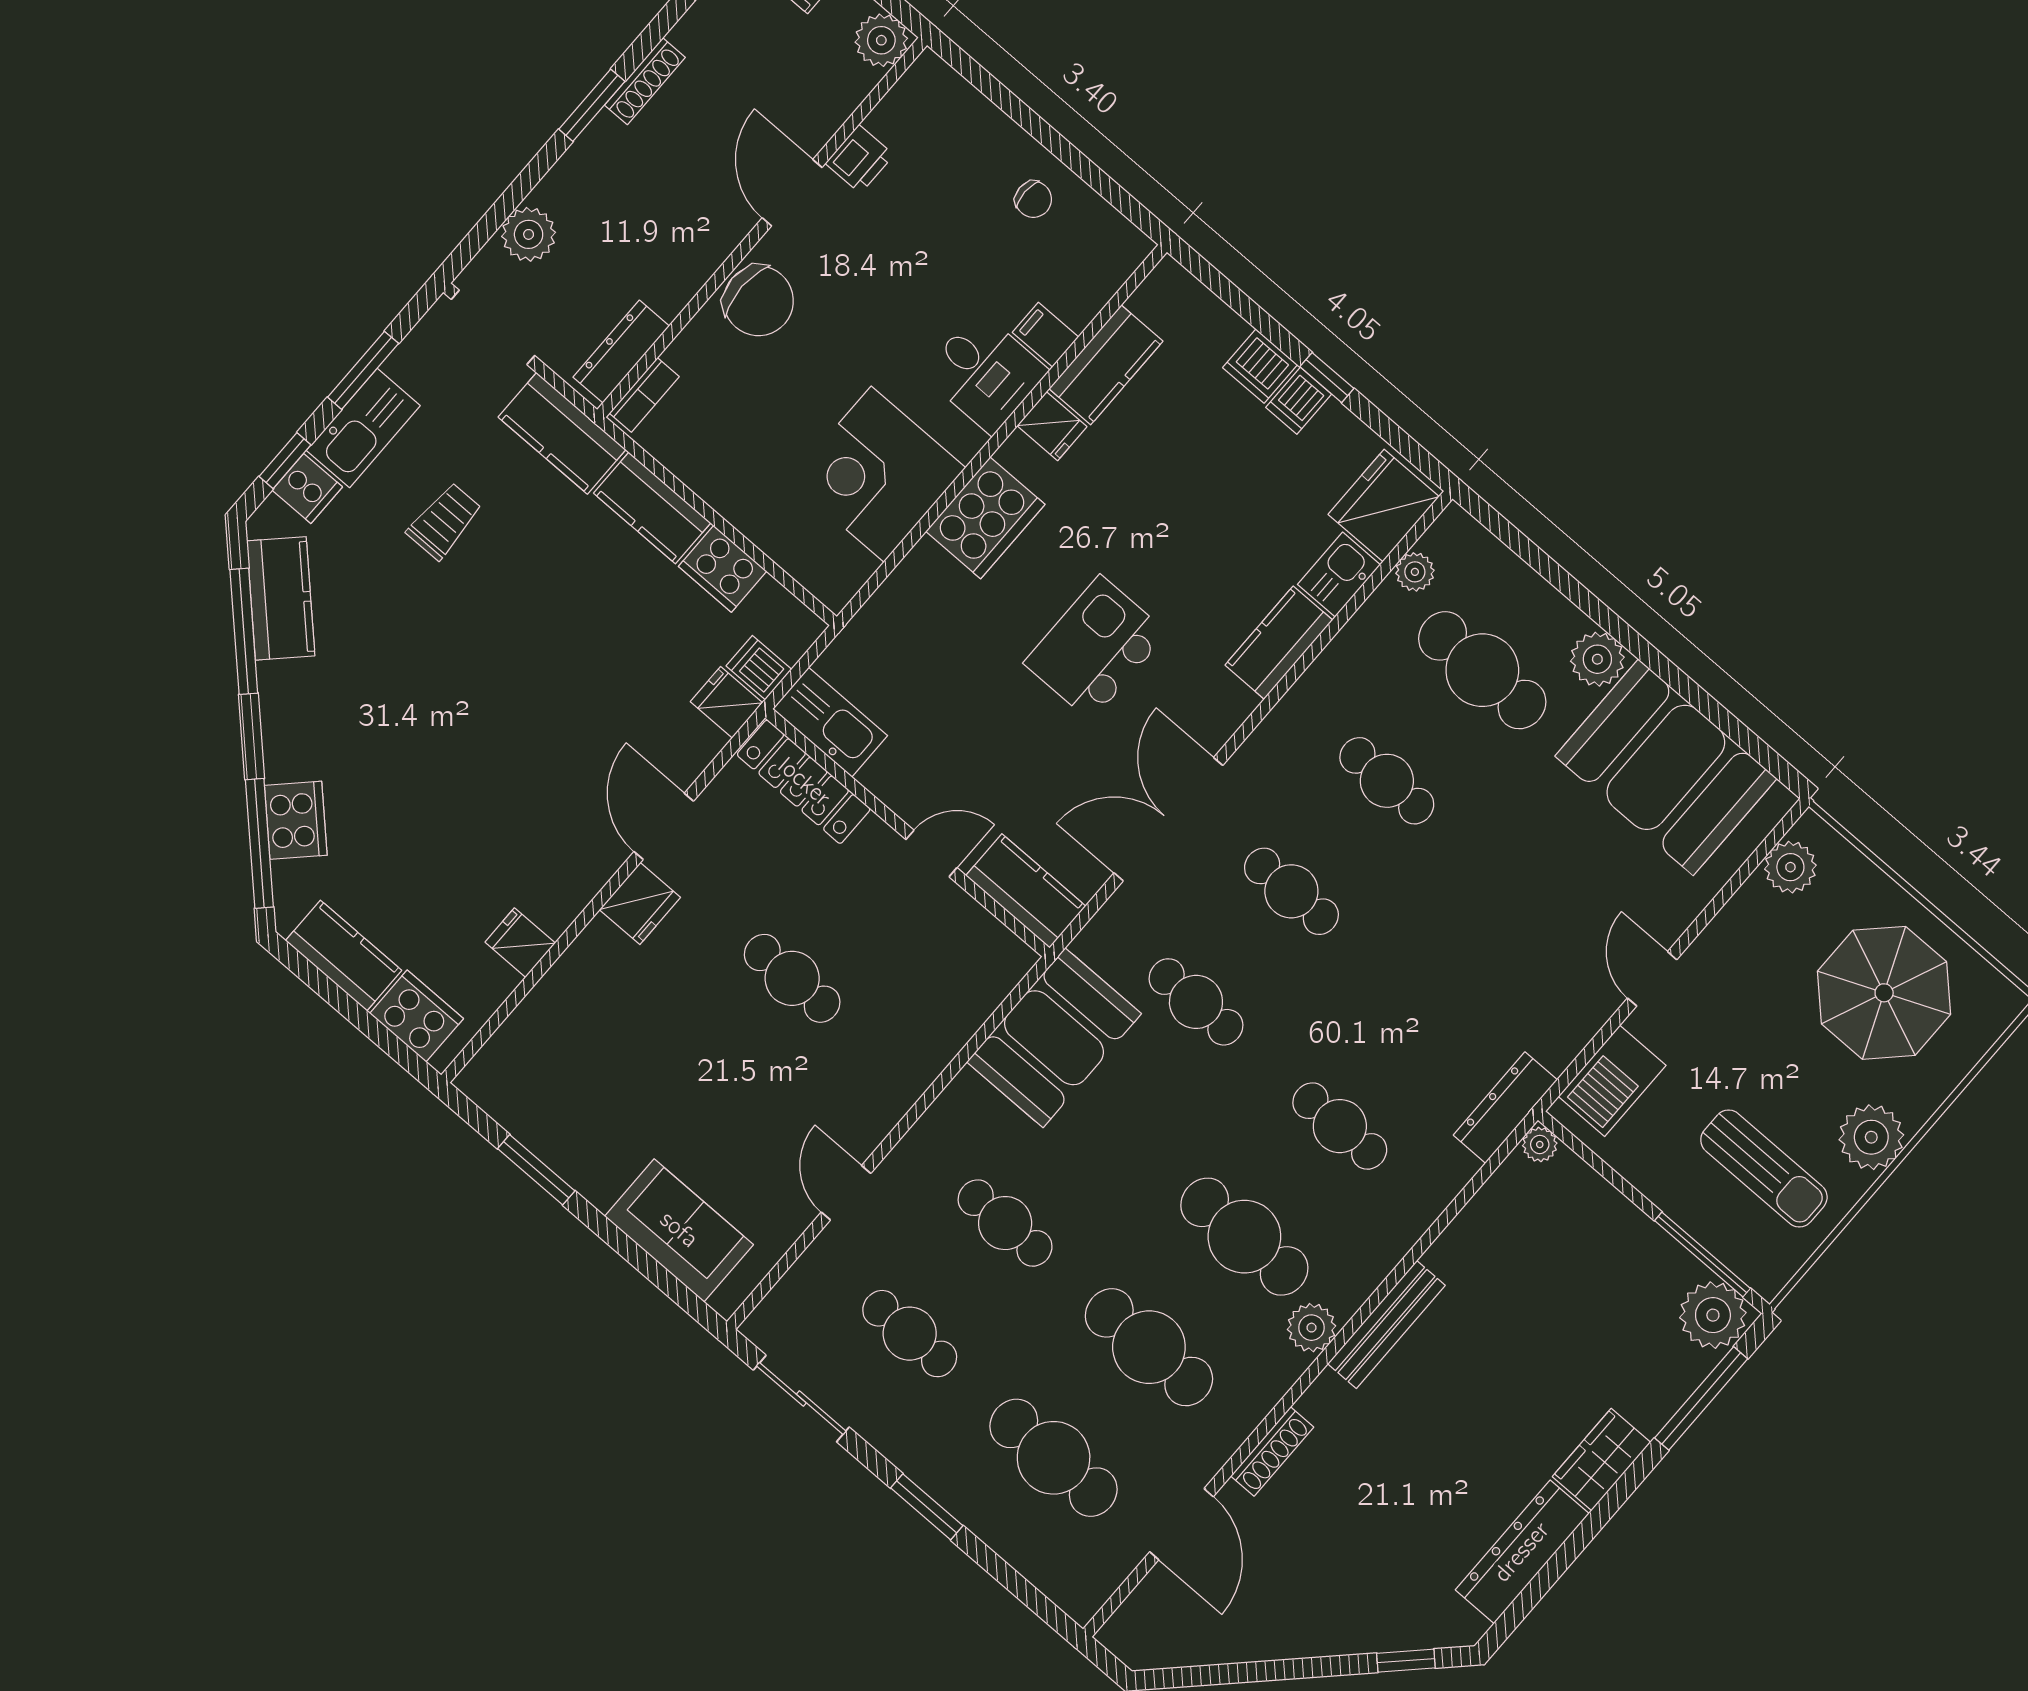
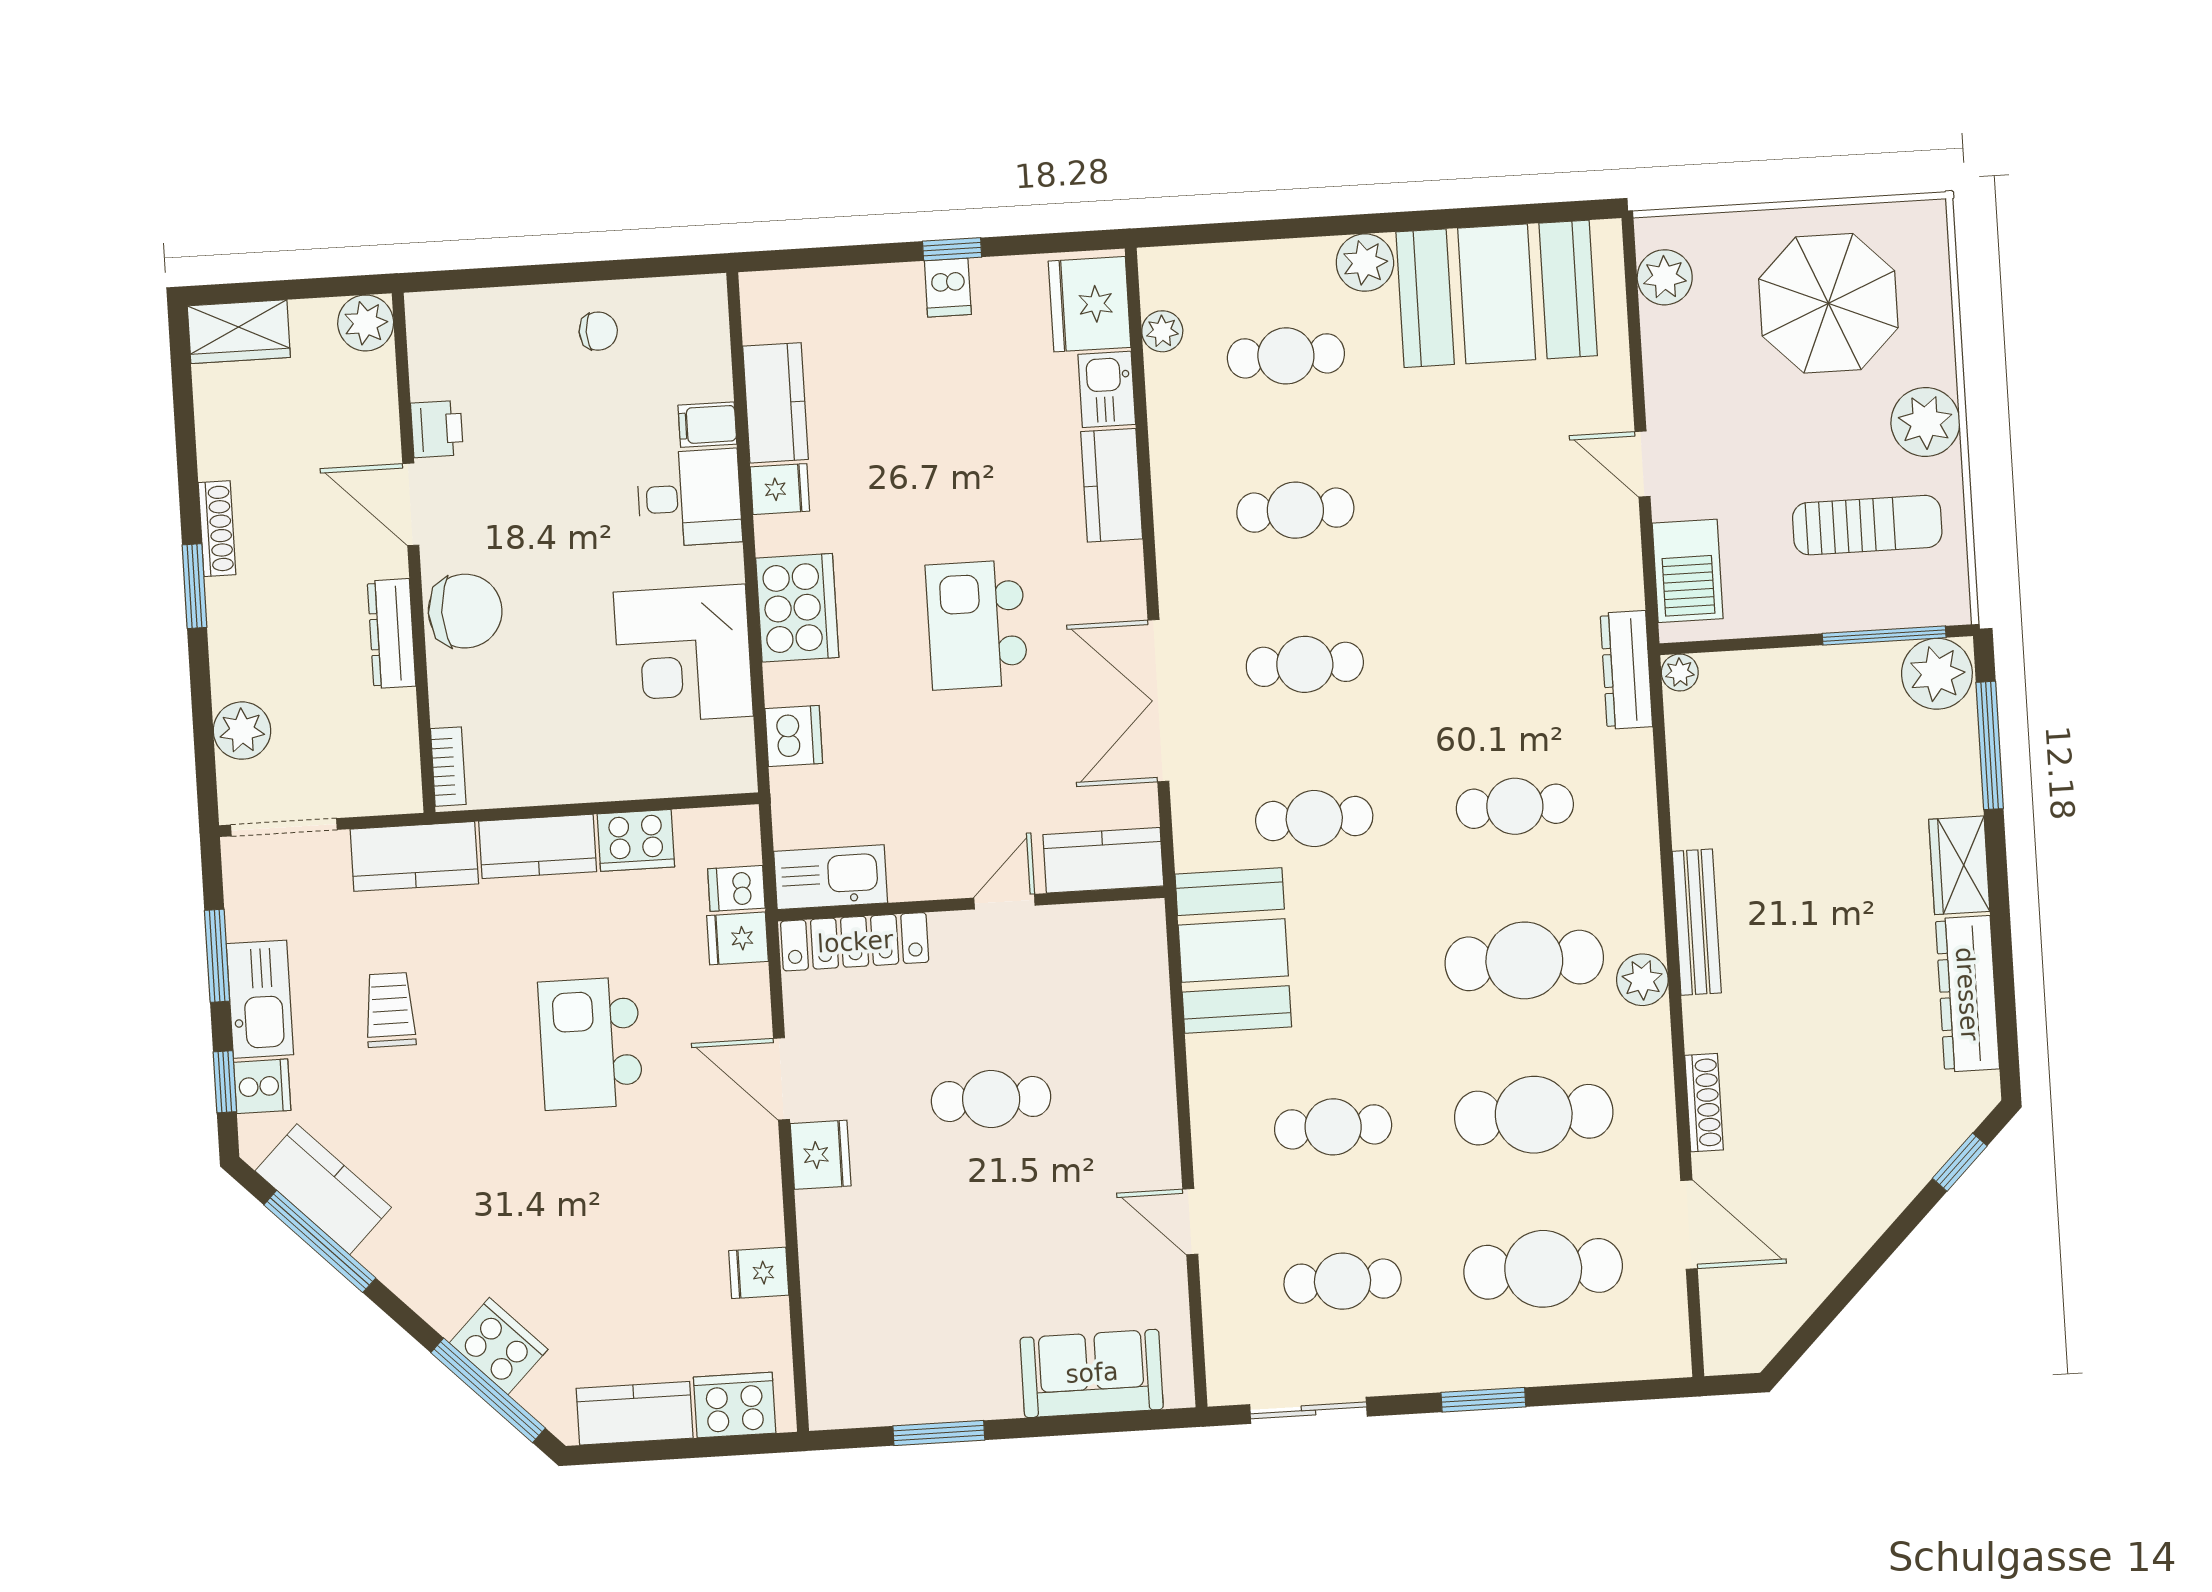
dresser: (621, 352) -> (392, 634), moved
dishwasher: (1260, 366) -> (794, 736), moved, turned -90
cafe table: (1482, 670) -> (1286, 356), width x0.73, depth x0.74
kitchen island: (558, 676) -> (590, 1043), added

